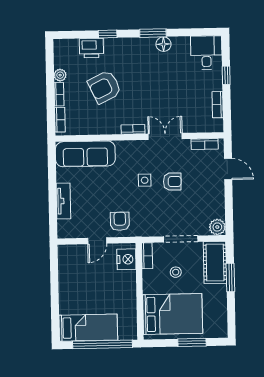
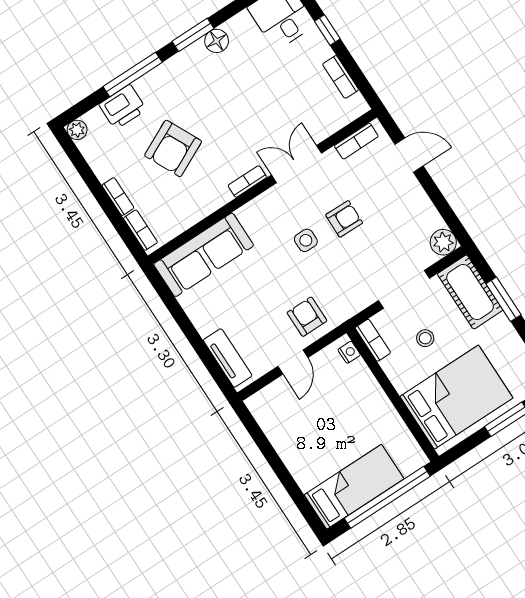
window: (108, 34) -> (133, 74), width x2.17
plant: (60, 75) -> (77, 130), moved
tv unit: (63, 201) -> (228, 358), moved
nightstand: (126, 259) -> (349, 352), width x0.53, depth x0.56

